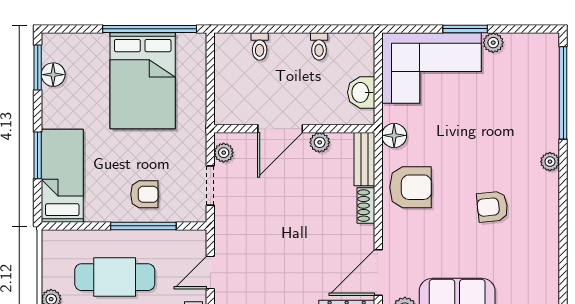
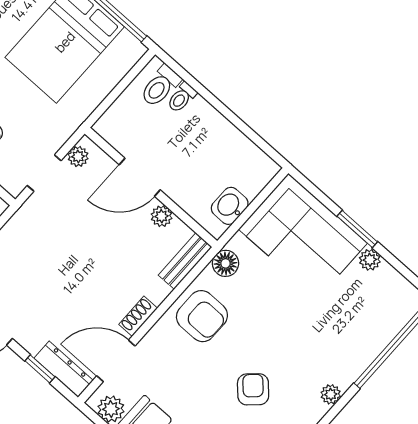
toilet: (319, 46) -> (160, 86), moved, width x1.37, depth x1.39
shoe rack: (366, 206) -> (138, 316), moved
armchair: (492, 207) -> (253, 389), turned 53

